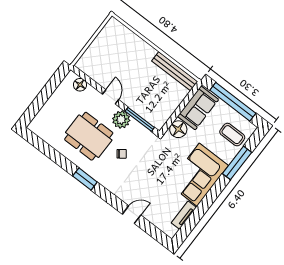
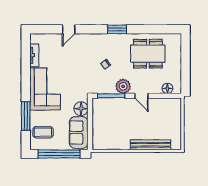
bench: (175, 71) -> (150, 145), moved
dining table: (89, 136) -> (148, 54), moved

